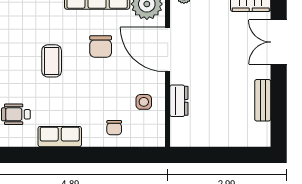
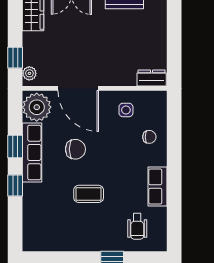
door: (168, 50) -> (78, 88), hinge flipped
dresser: (179, 101) -> (152, 78), moved

